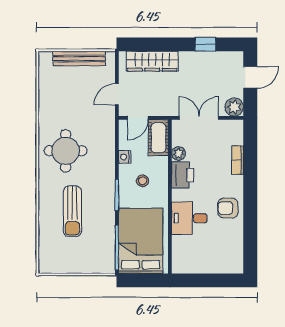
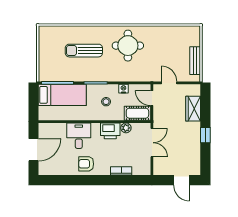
window: (205, 44) -> (205, 135), moved
bench: (79, 59) -> (195, 61), width x0.73
wardrobe: (152, 61) -> (193, 109), width x0.67
plant: (234, 107) -> (160, 168), removed
armchair: (228, 208) -> (86, 164), turned -90
bed: (141, 241) -> (62, 95), width x0.67
door: (209, 280) -> (34, 150), added

